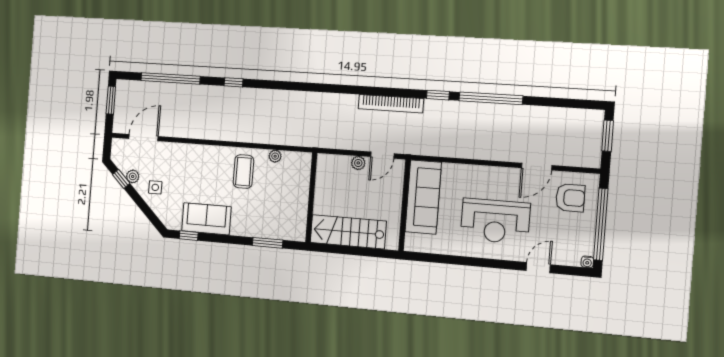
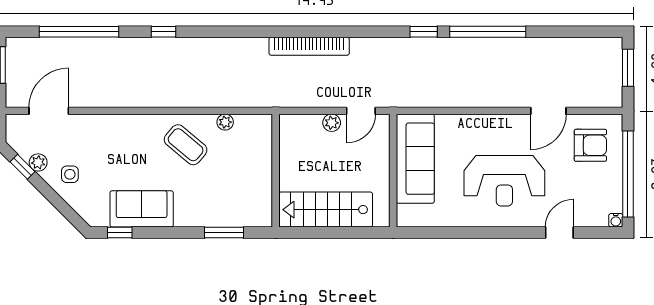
bookcase: (391, 104) -> (309, 46), moved
coffee table: (243, 172) -> (186, 145), turned -50

